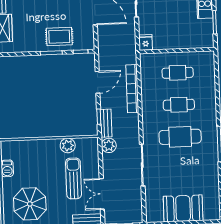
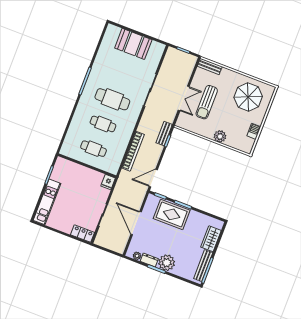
rug: (59, 37) -> (172, 214), width x1.36, depth x1.43
door: (98, 82) -> (153, 178), moved
plant: (109, 145) -> (169, 116), removed
plant: (68, 146) -> (220, 136), moved
double door: (102, 194) -> (184, 98), moved

